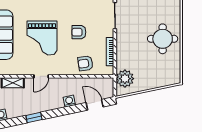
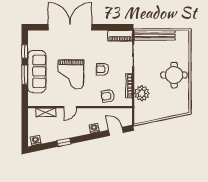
plant: (125, 79) -> (142, 93), moved

